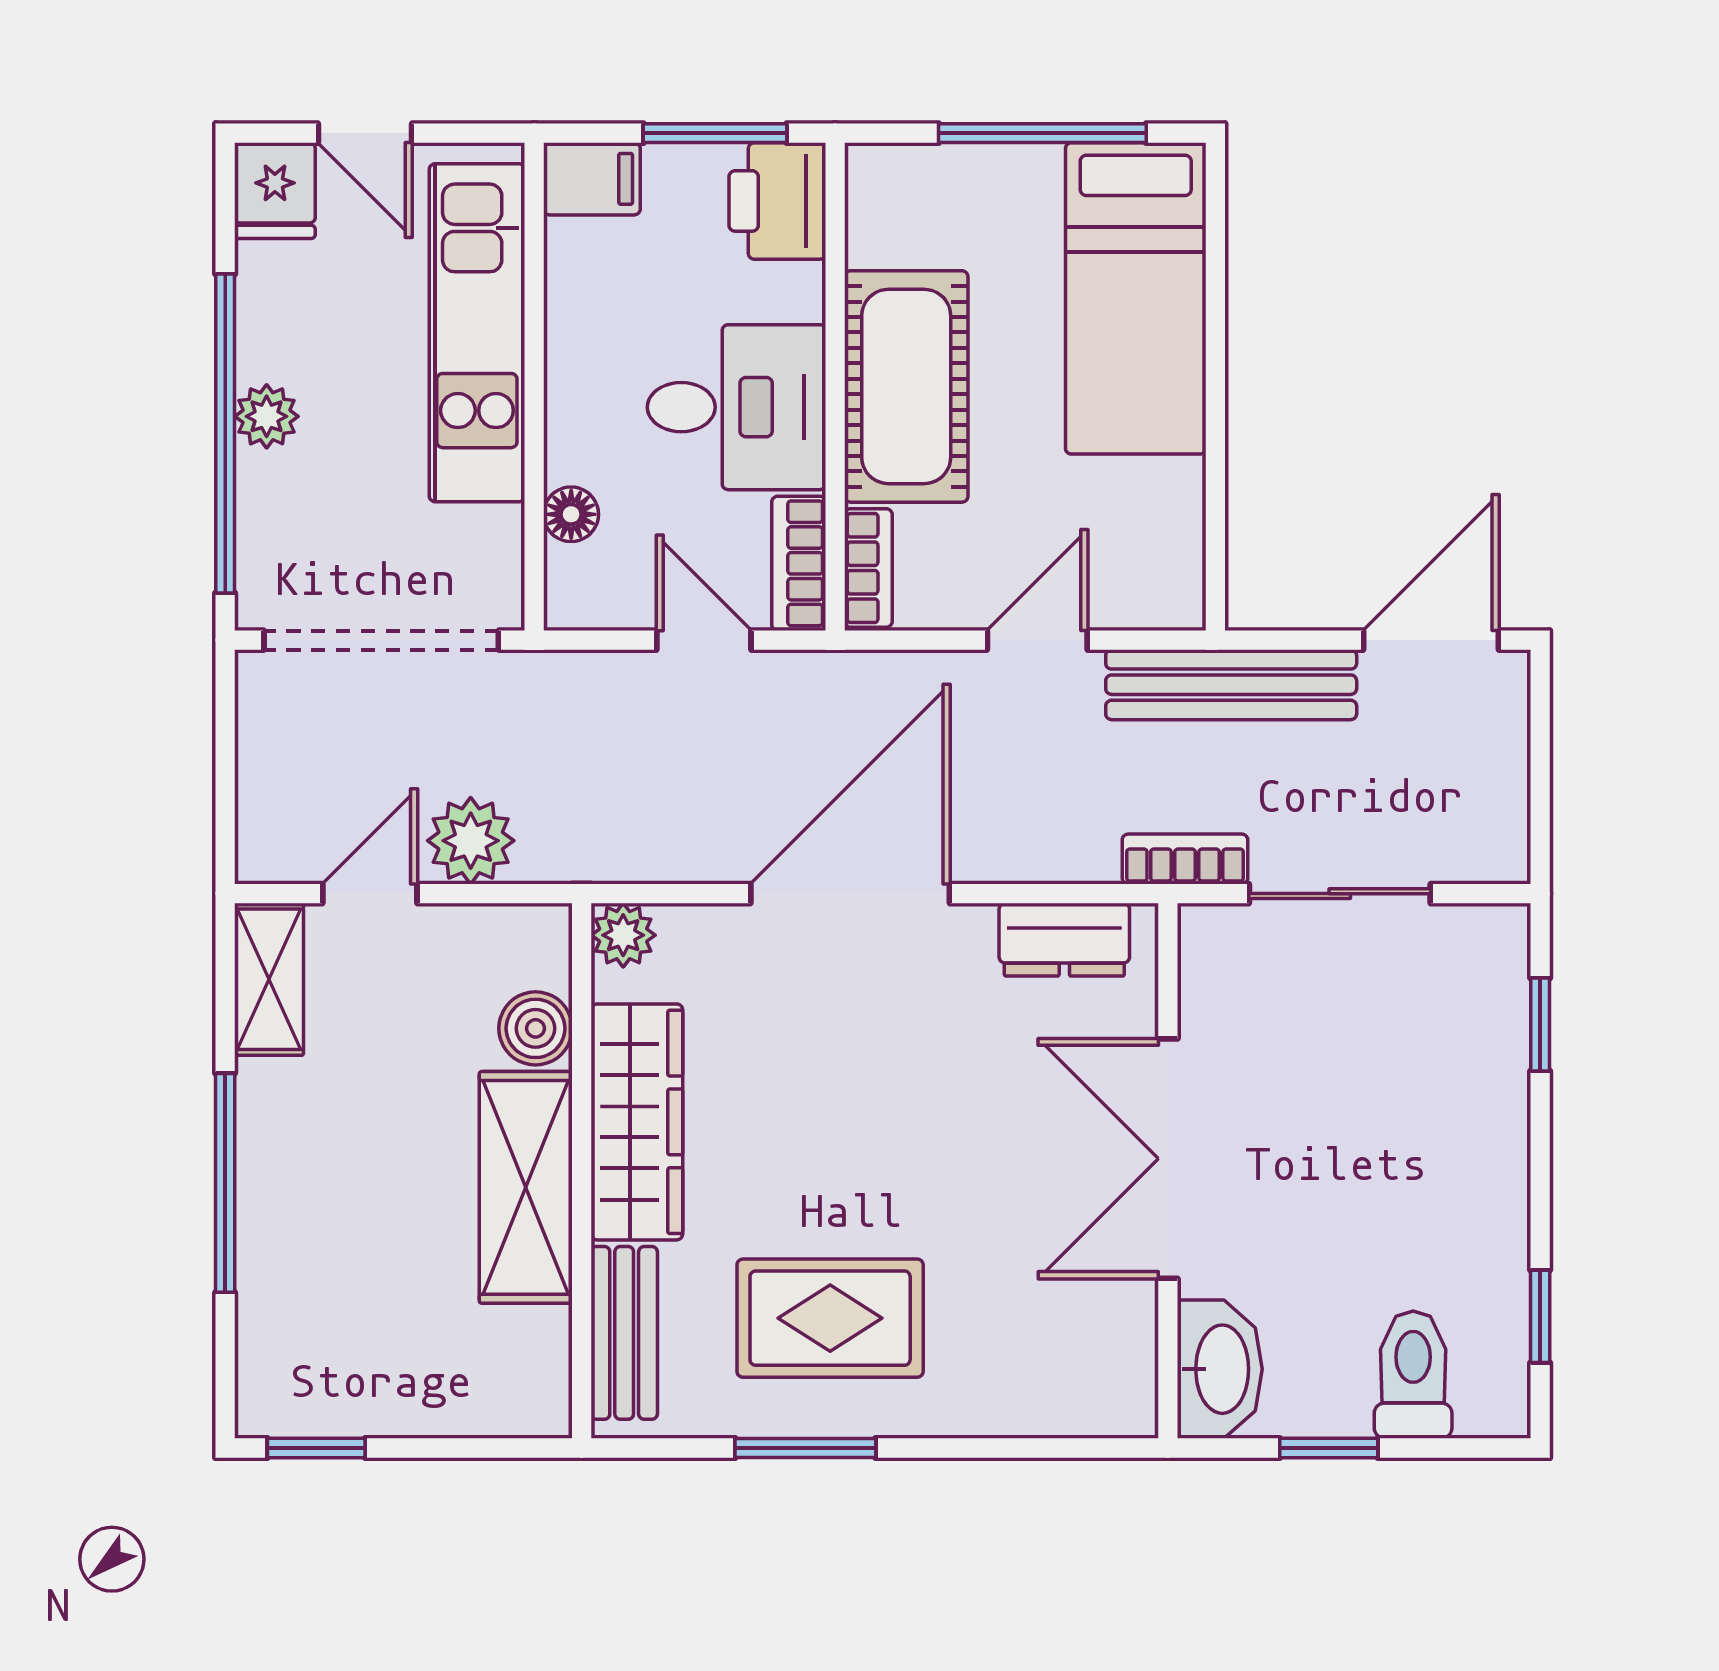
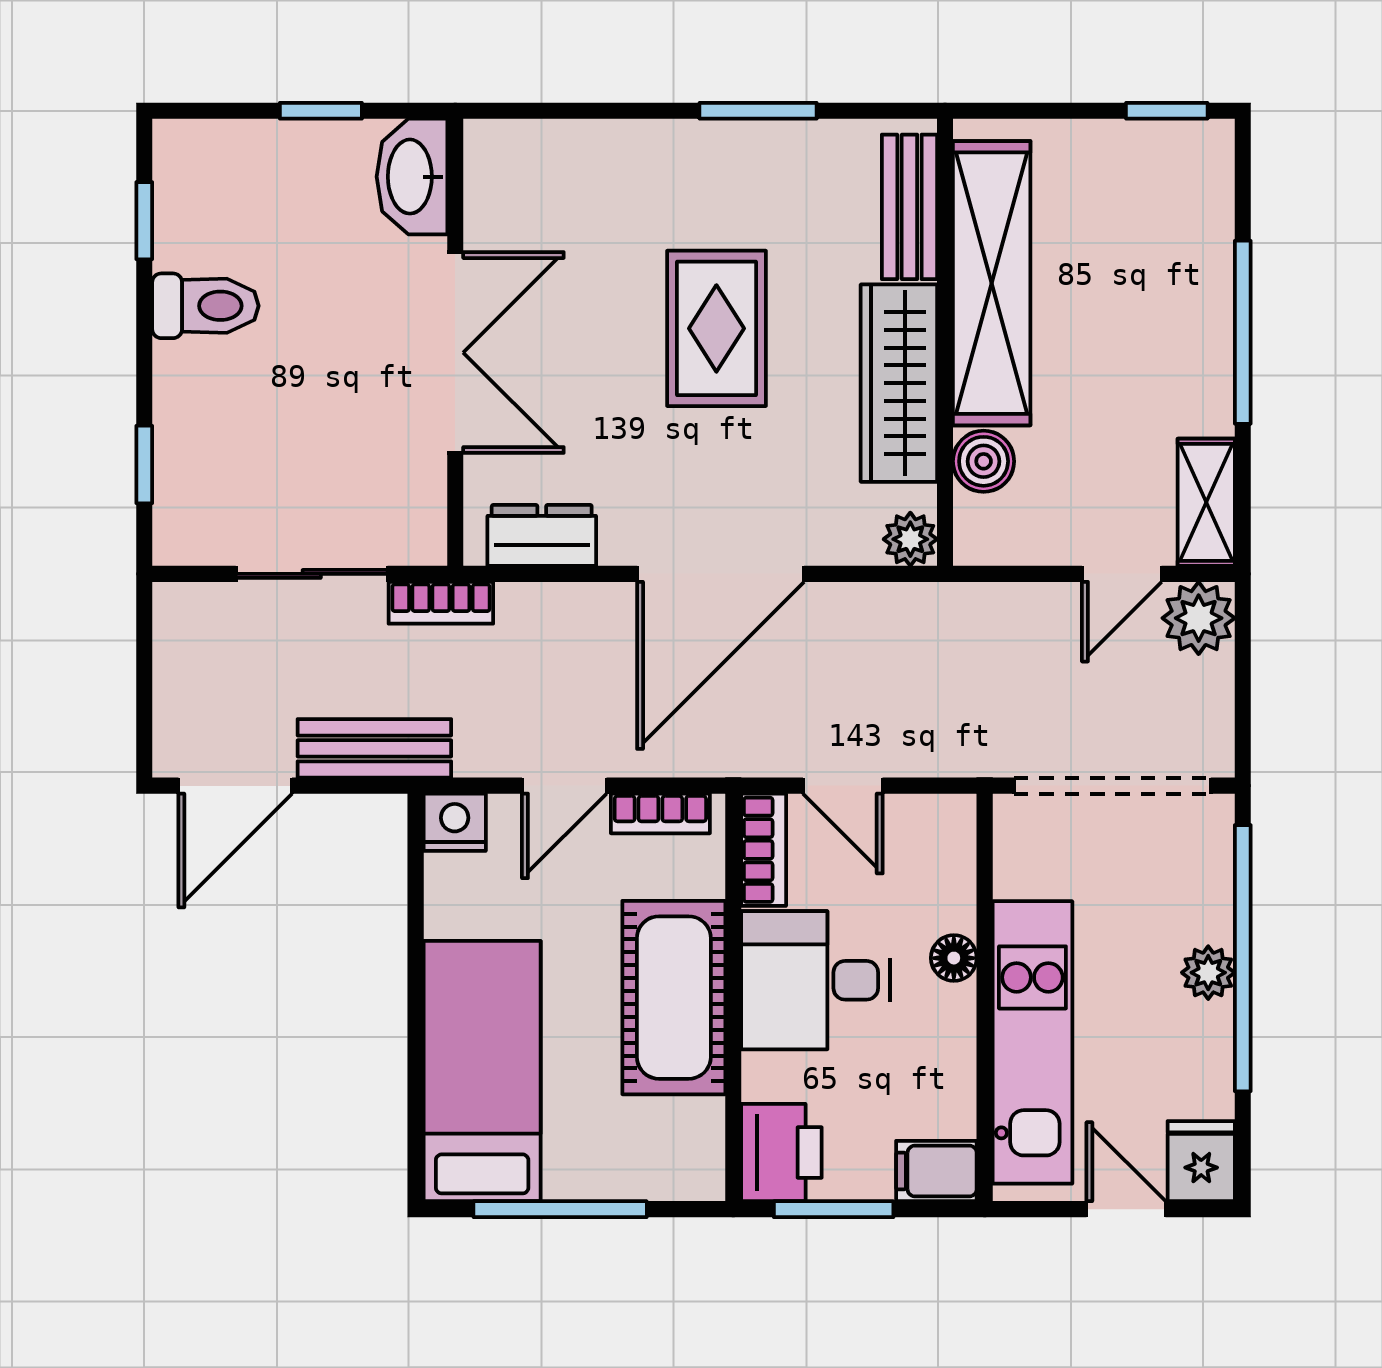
floor lamp: (571, 514) -> (954, 958), moved
bookcase: (868, 568) -> (660, 813), moved, turned -90
nightstand: (1169, 596) -> (455, 822), added
bench: (1231, 685) -> (374, 748), width x0.73
plant: (471, 841) -> (1199, 618), moved
shelving: (526, 1187) -> (992, 283), width x1.47
rug: (830, 1318) -> (716, 328), moved, turned 90
toilet: (1413, 1375) -> (205, 306), moved, turned -90

